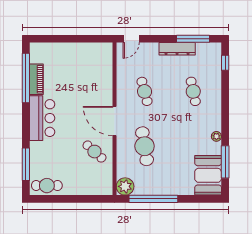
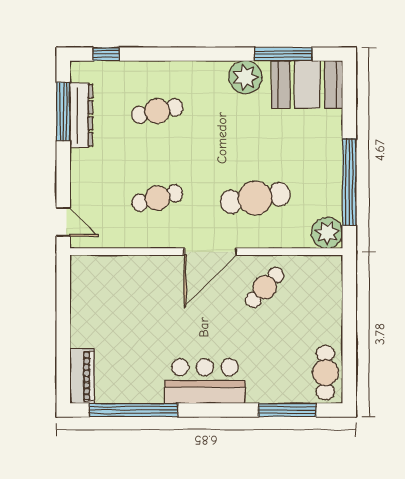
dresser: (177, 49) -> (81, 115), moved
piano: (36, 79) -> (82, 376), moved, turned 90
plant: (216, 136) -> (245, 77), width x1.88, depth x1.88

